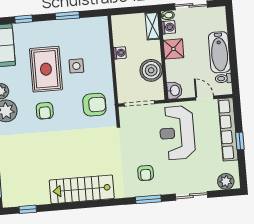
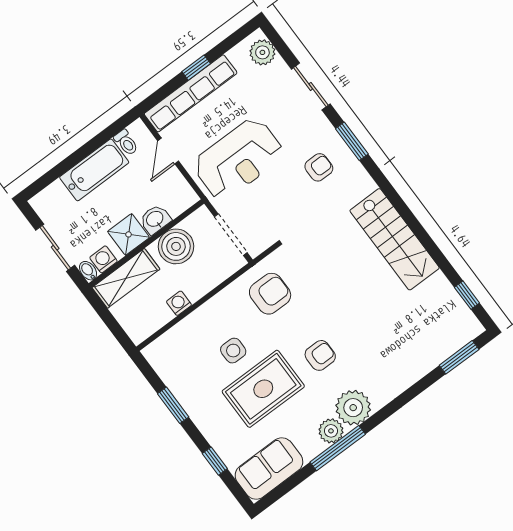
shelving: (152, 26) -> (126, 278), width x1.50, depth x1.33
washbasin: (174, 90) -> (155, 219), moved
armchair: (94, 105) -> (270, 294), turned 90

